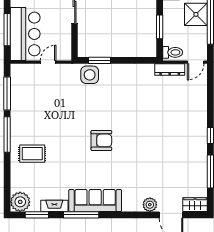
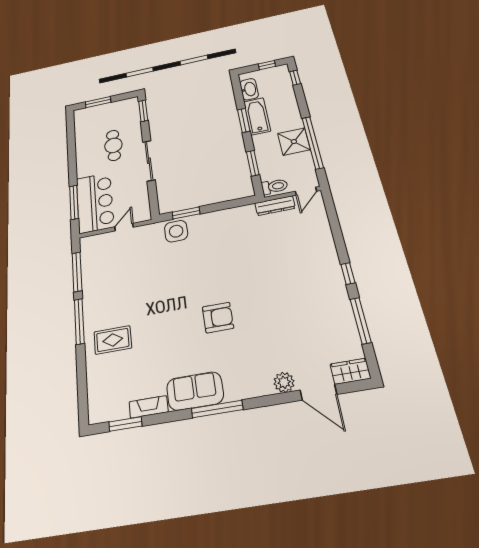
armchair: (101, 140) -> (218, 318), moved
sofa: (95, 200) -> (195, 391), width x0.73
plant: (20, 202) -> (101, 409), removed
window: (81, 215) -> (217, 409), moved

